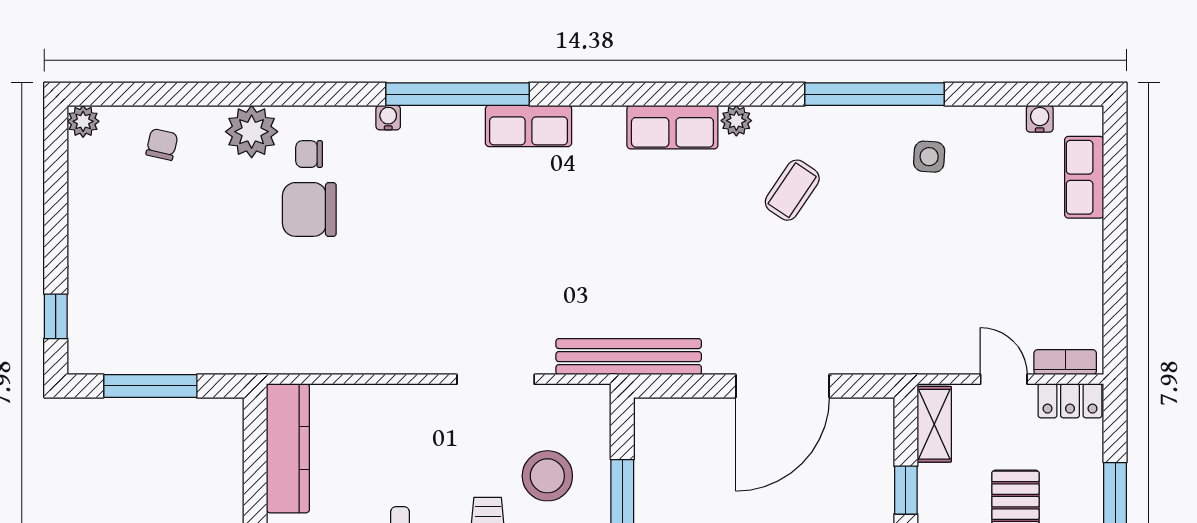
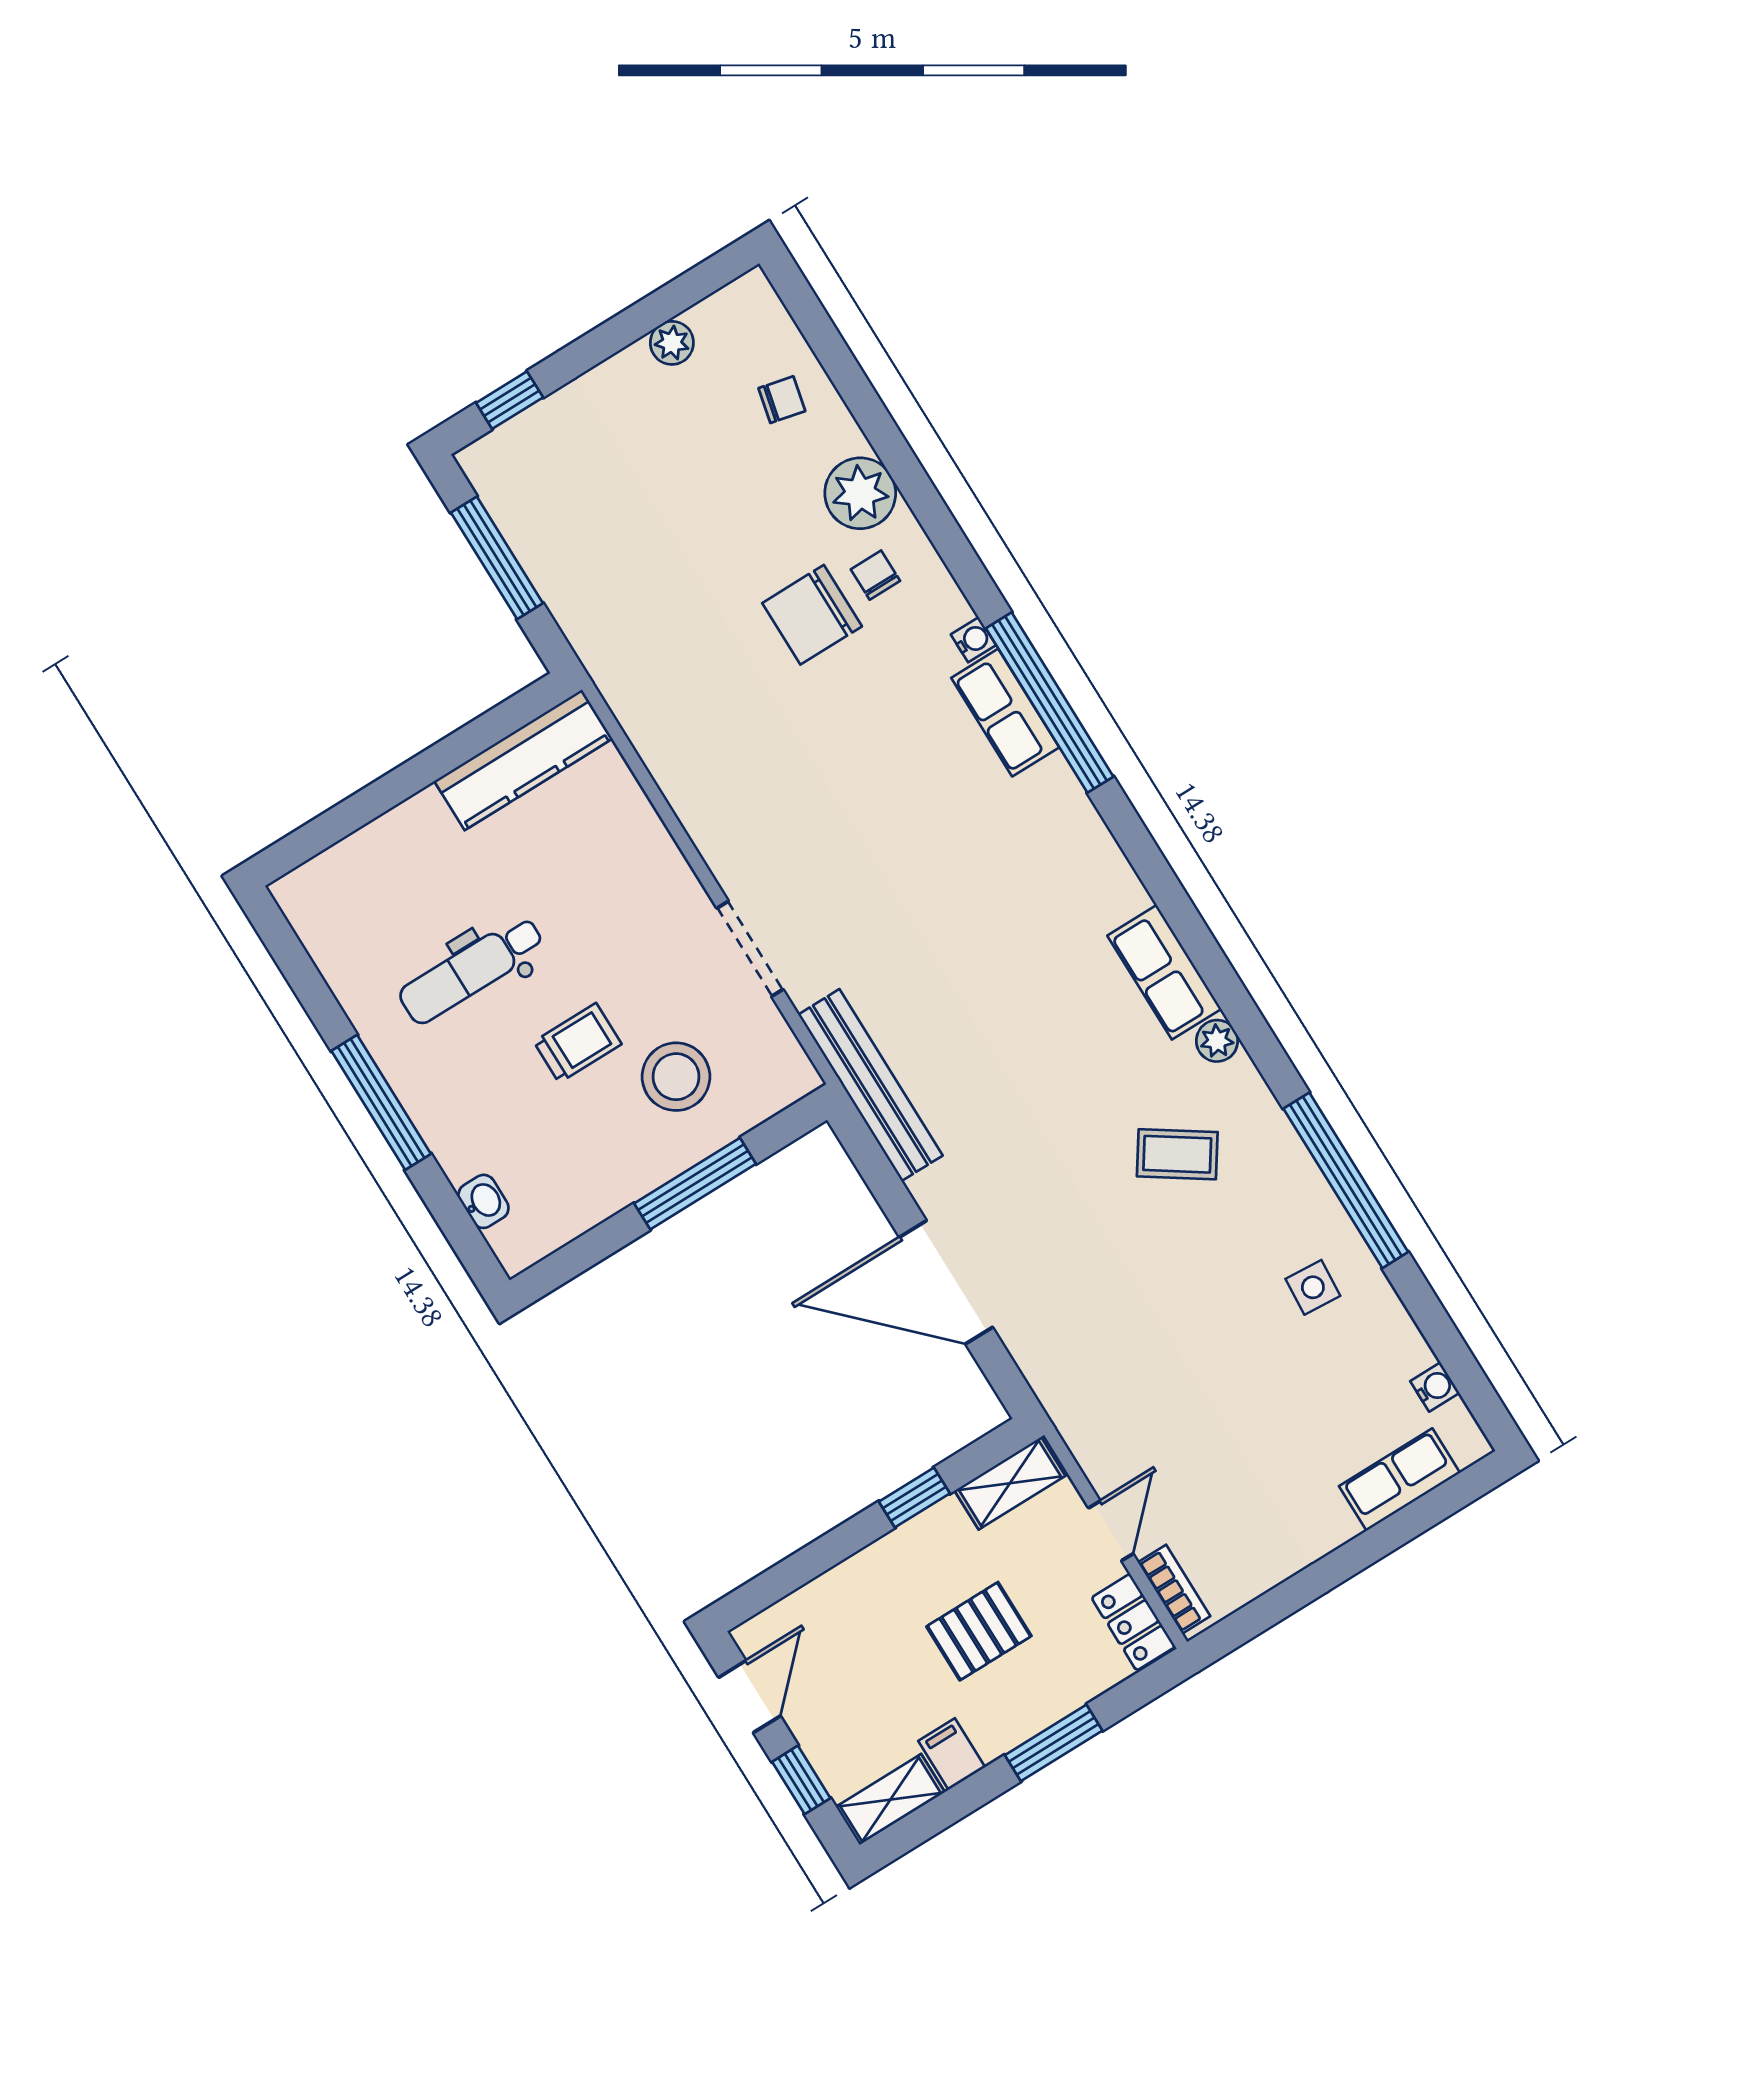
plant: (83, 121) -> (672, 343), moved
row of seats: (529, 126) -> (1005, 713), moved
chair: (309, 209) -> (812, 615), turned -90

